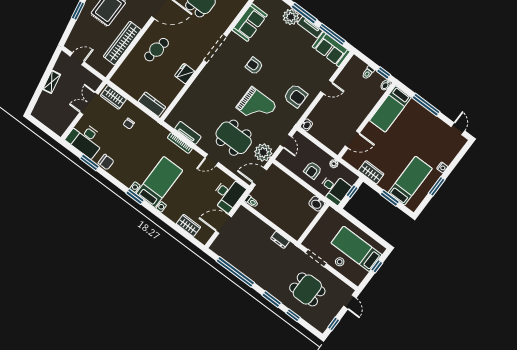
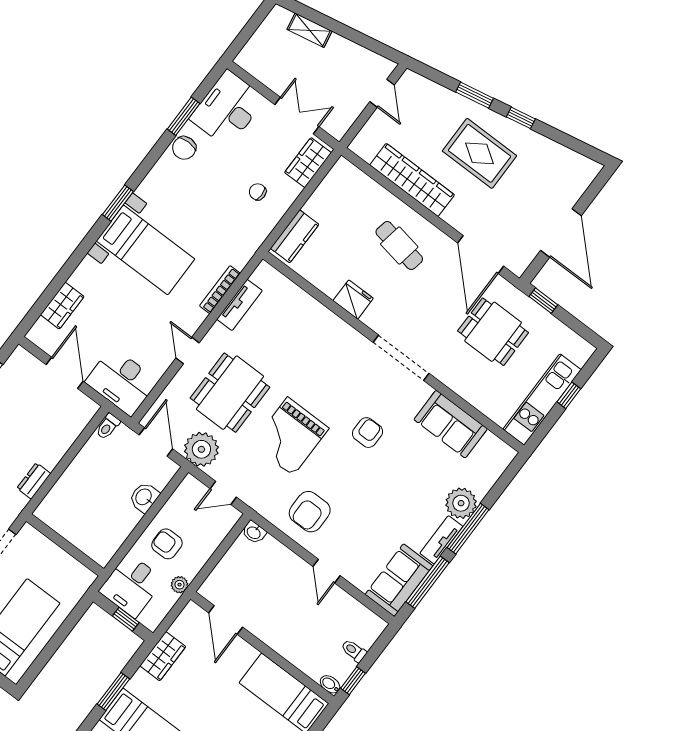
shelving: (52, 82) -> (310, 30), moved
washbasin: (317, 204) -> (144, 497), moved

